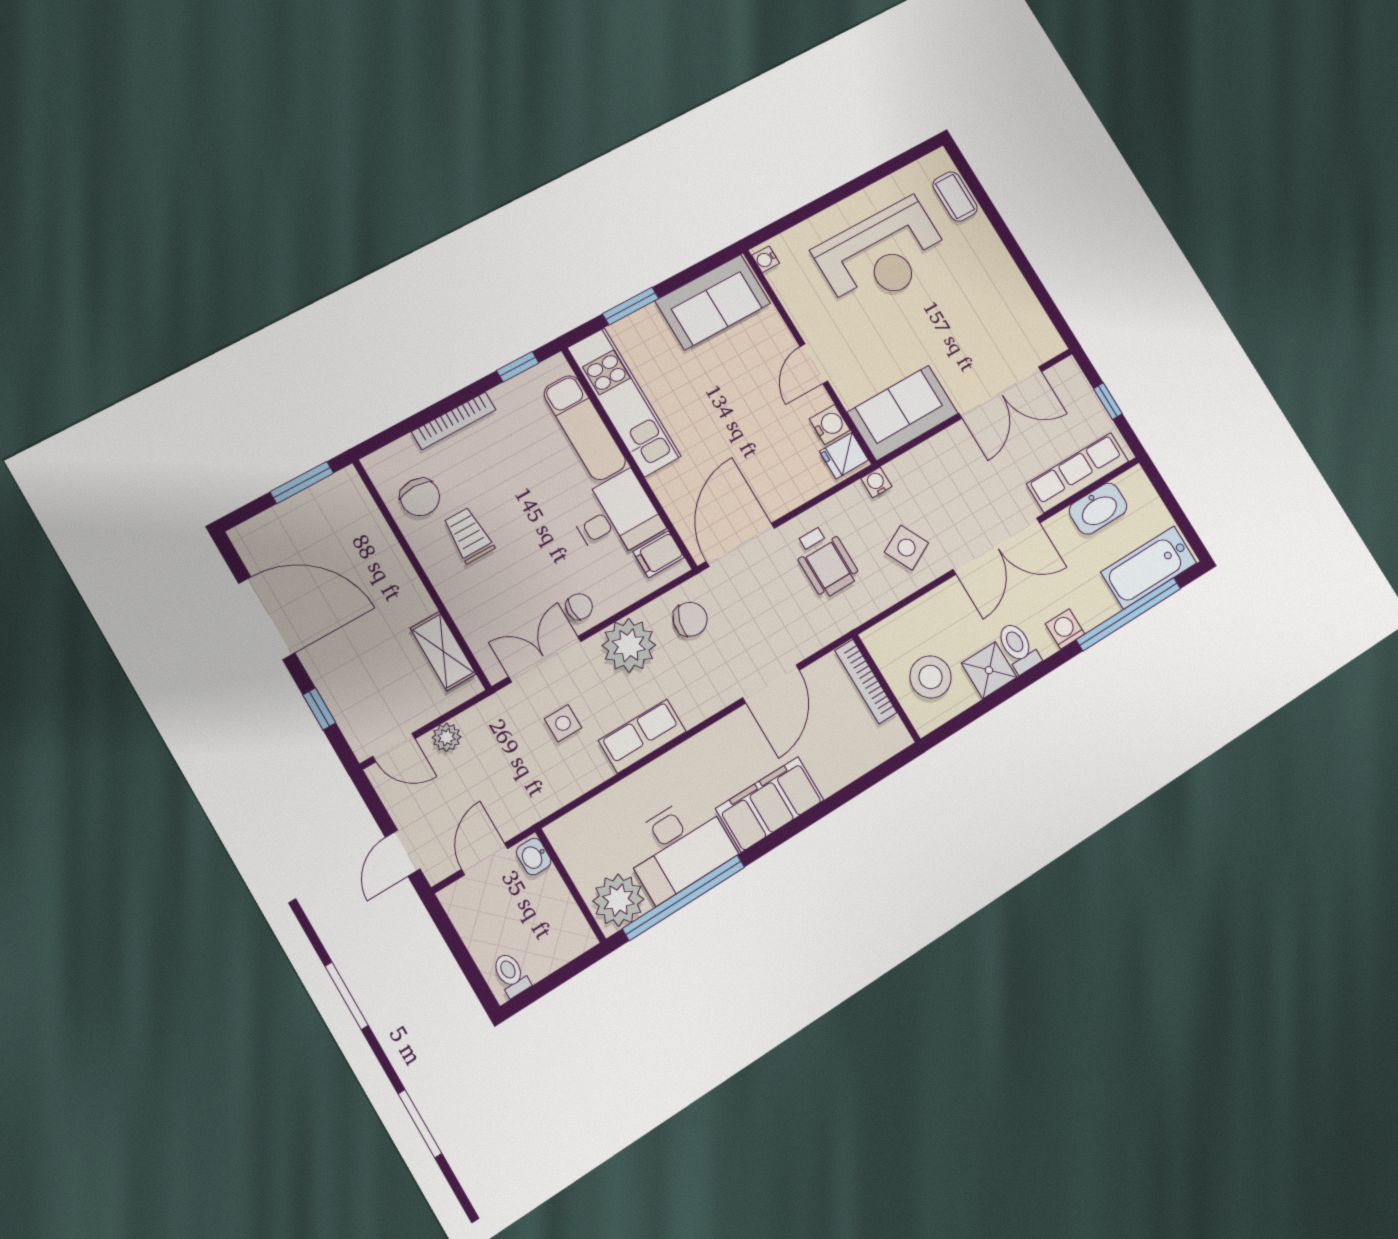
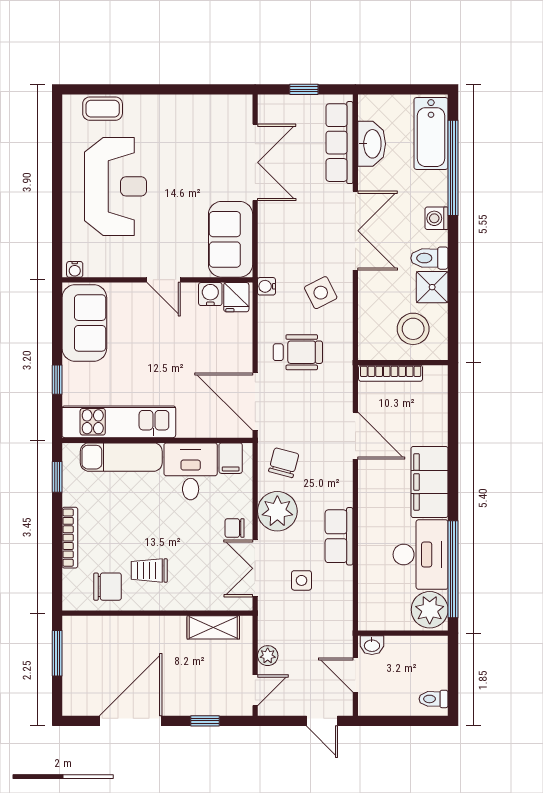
window: (631, 306) -> (57, 380), width x0.67
chair: (579, 607) -> (235, 528), turned -90

